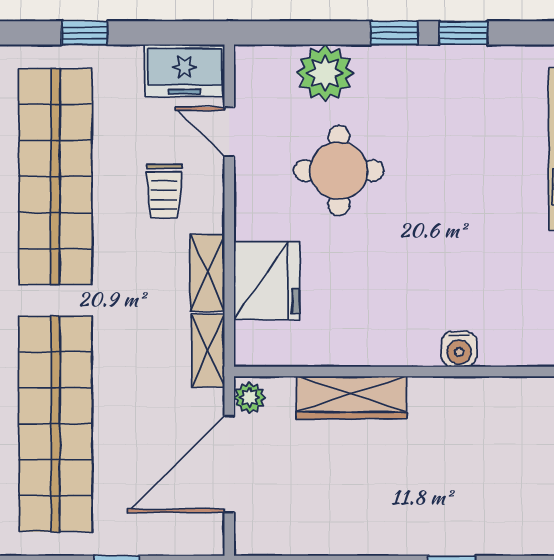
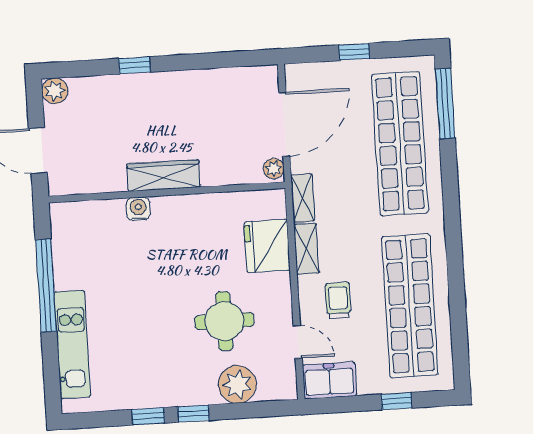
wardrobe: (351, 397) -> (163, 176), moved

